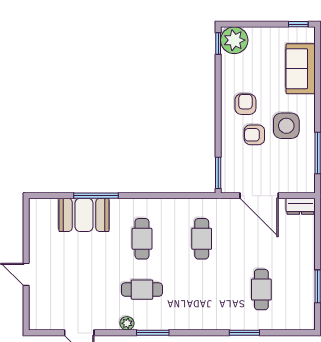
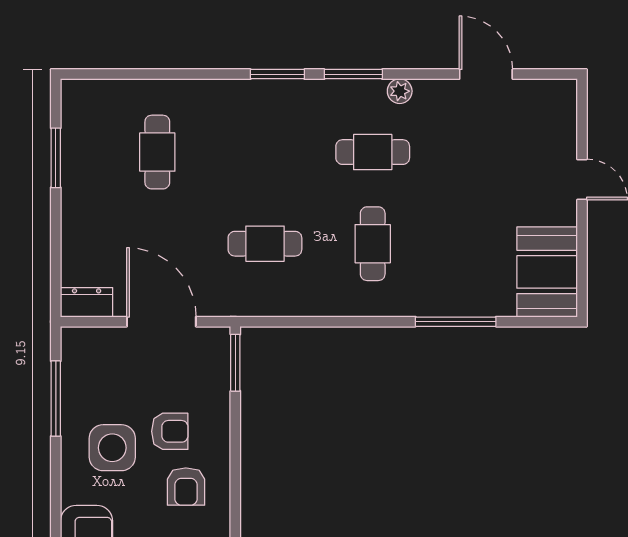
booth: (84, 215) -> (547, 272), moved, turned 90
cafe table: (202, 239) -> (265, 244), turned 90
window: (244, 333) -> (277, 74), moved

